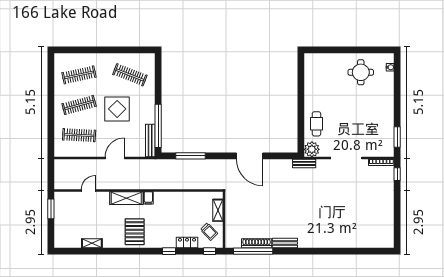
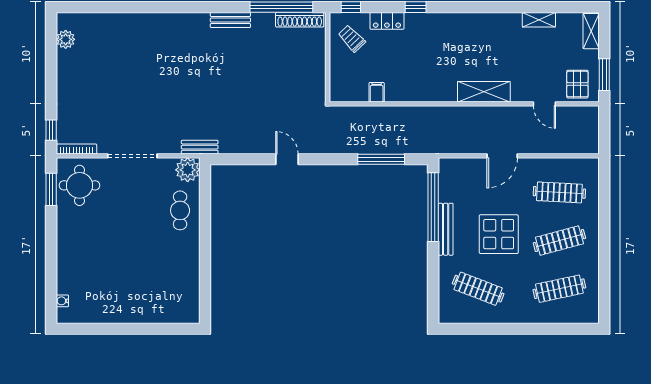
round table: (361, 72) -> (79, 185), moved
bench: (150, 141) -> (446, 229), moved
door: (250, 156) -> (287, 159), width x0.53
door: (88, 190) -> (544, 104), hinge flipped
filing cabinet: (148, 198) -> (377, 92), moved
shelving: (218, 210) -> (591, 31), moved
plant: (388, 231) -> (66, 39), added
pallet: (135, 232) -> (577, 84), moved, width x0.67, depth x0.71
shoe rack: (257, 243) -> (300, 20), moved

